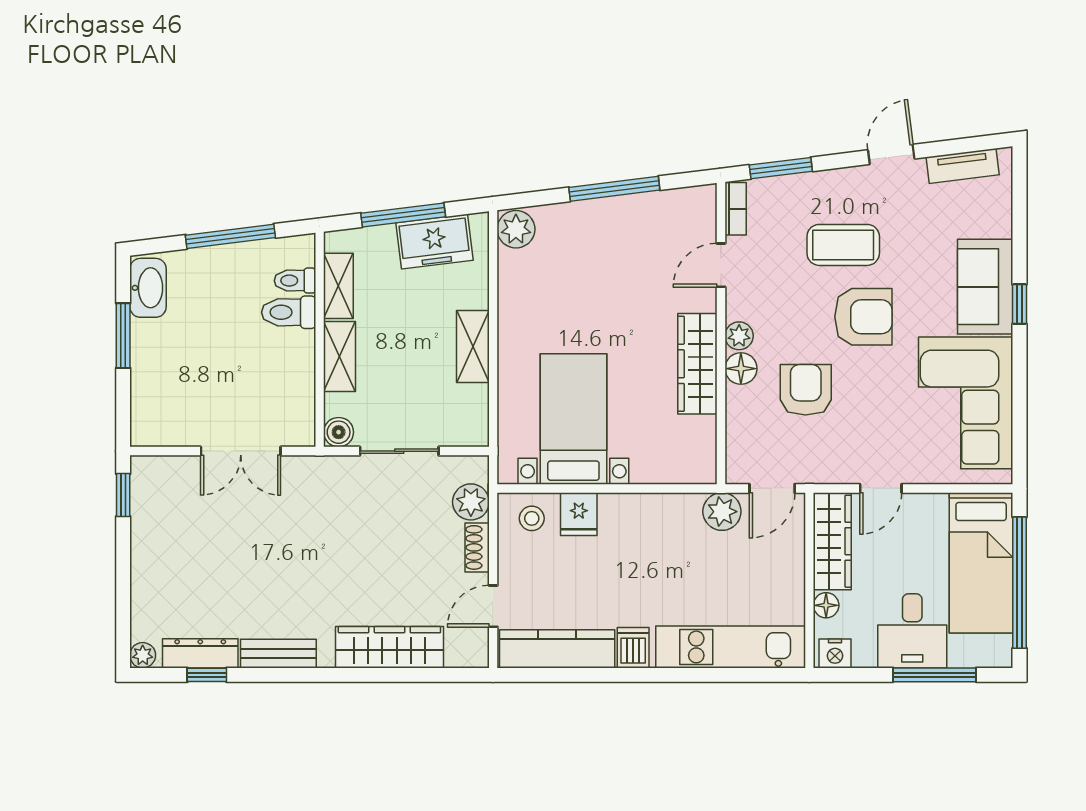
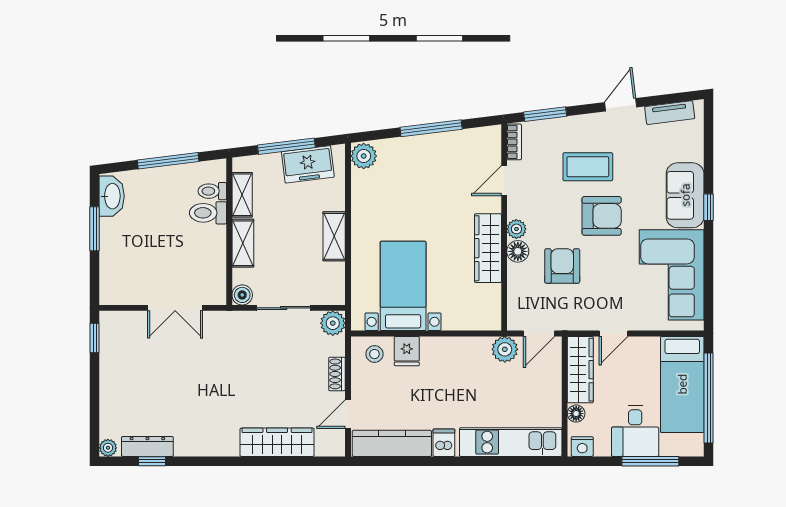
plant: (471, 502) -> (333, 323), moved
bench: (278, 654) -> (201, 447), removed

